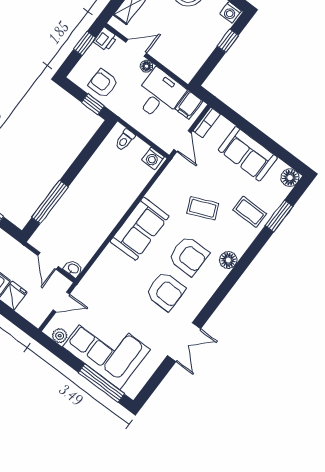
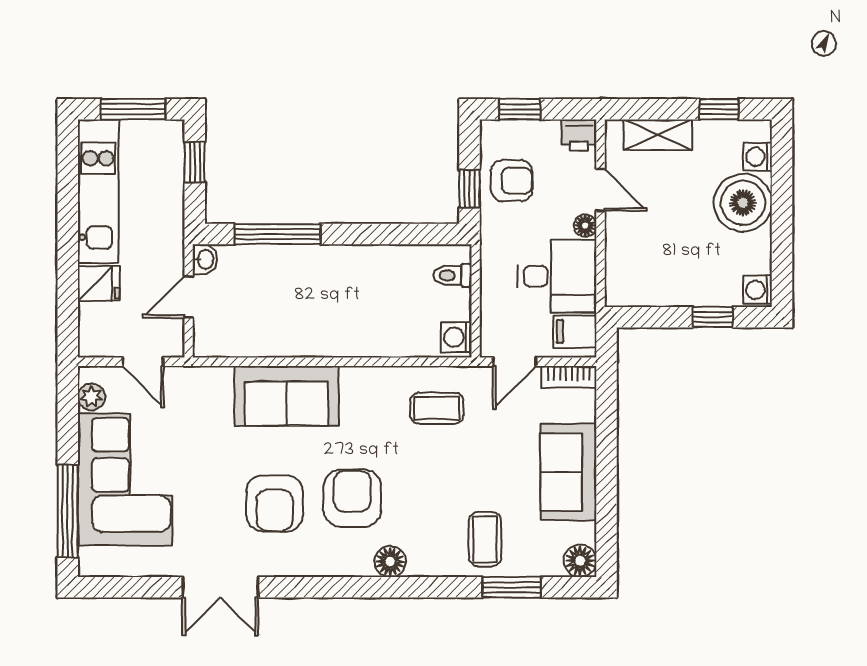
window: (85, 44) -> (520, 109), moved
armchair: (103, 83) -> (512, 181), turned 90
coffee table: (203, 208) -> (437, 408), moved, turned -67
sofa: (140, 229) -> (286, 396), moved
armchair: (189, 256) -> (352, 498), turned 180
washbasin: (73, 269) -> (205, 259), moved

